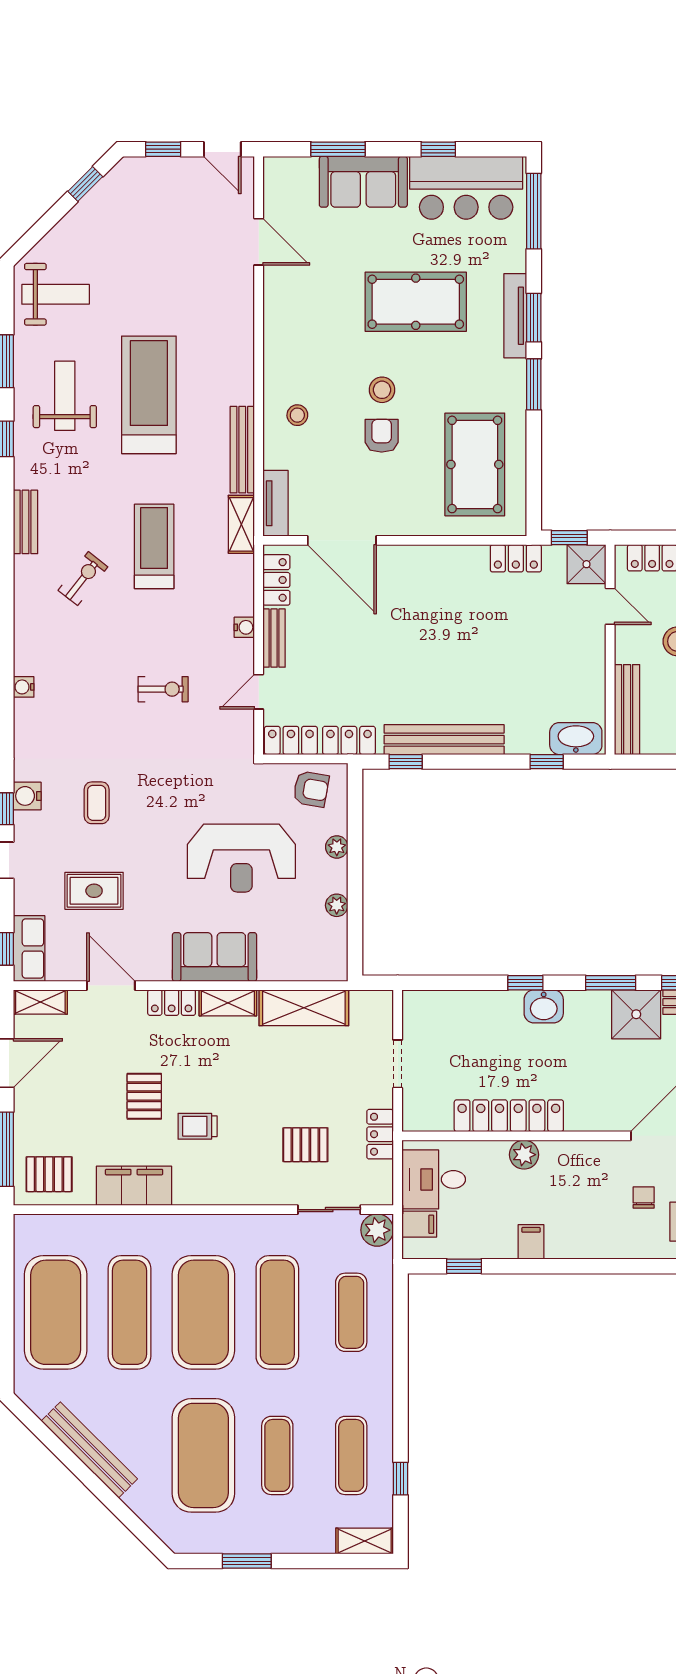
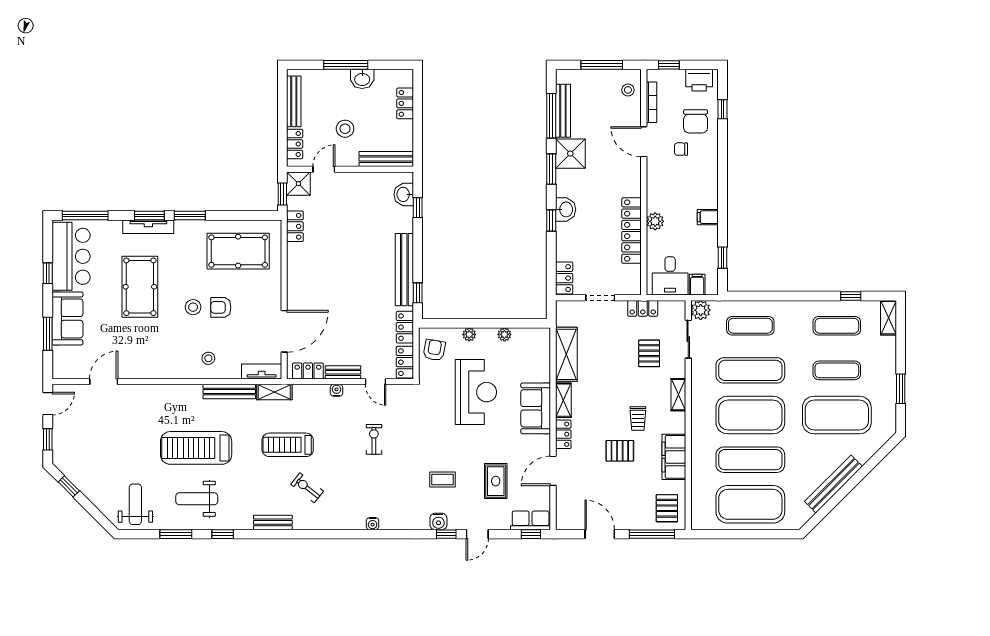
washbasin: (576, 739) -> (404, 194), width x0.72
shelving: (40, 1002) -> (678, 395), moved
locker: (430, 1004) -> (564, 278), added

